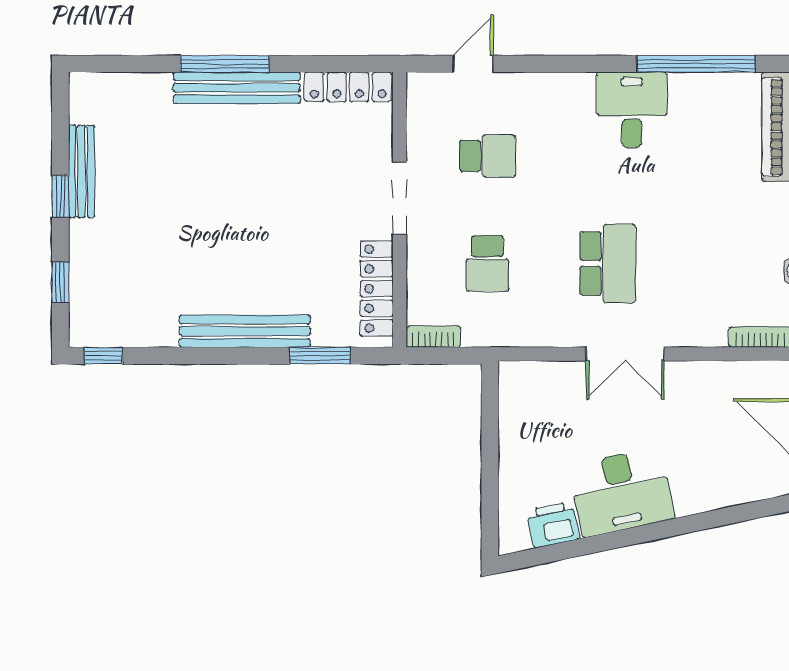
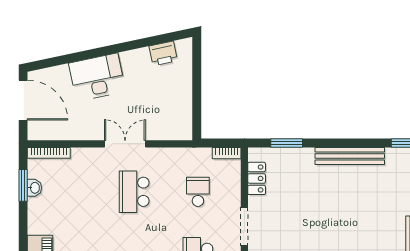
locker: (377, 289) -> (257, 178), width x0.66
bench: (245, 331) -> (350, 156), moved
desk: (621, 492) -> (97, 77), moved

